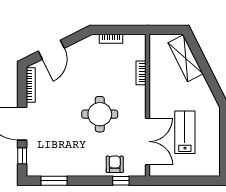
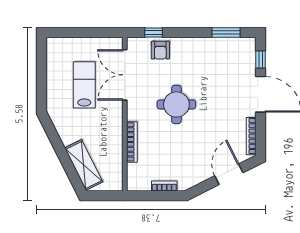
bookcase: (141, 73) -> (132, 142), width x1.56
lab bench: (185, 132) -> (84, 85), turned 180

